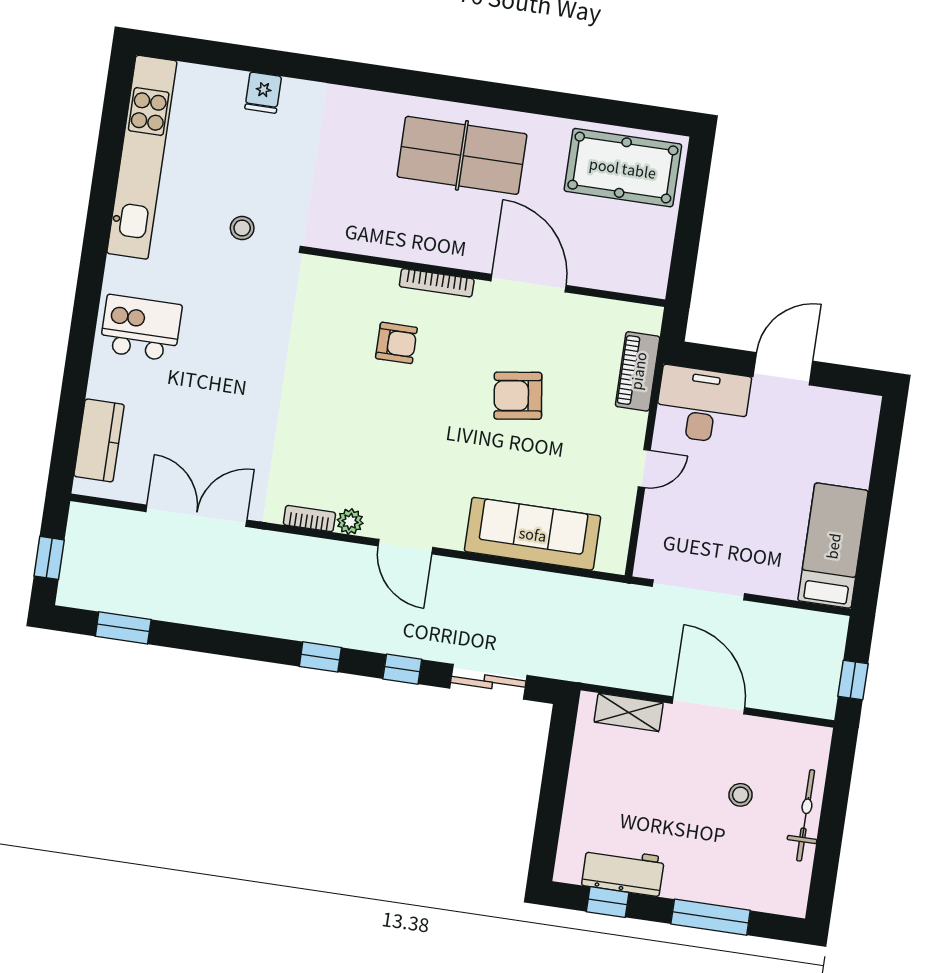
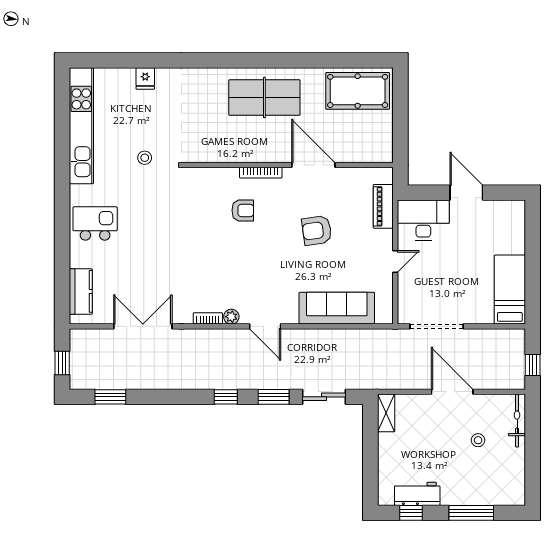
door: (783, 369) -> (466, 193), hinge flipped
window: (402, 669) -> (274, 397), width x1.50
shelving: (629, 712) -> (386, 413), moved, turned 90
bicycle: (806, 815) -> (517, 421), moved

